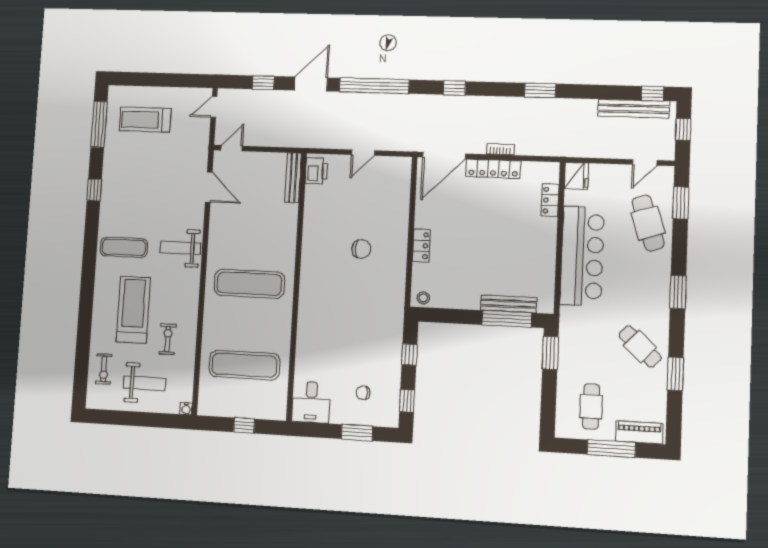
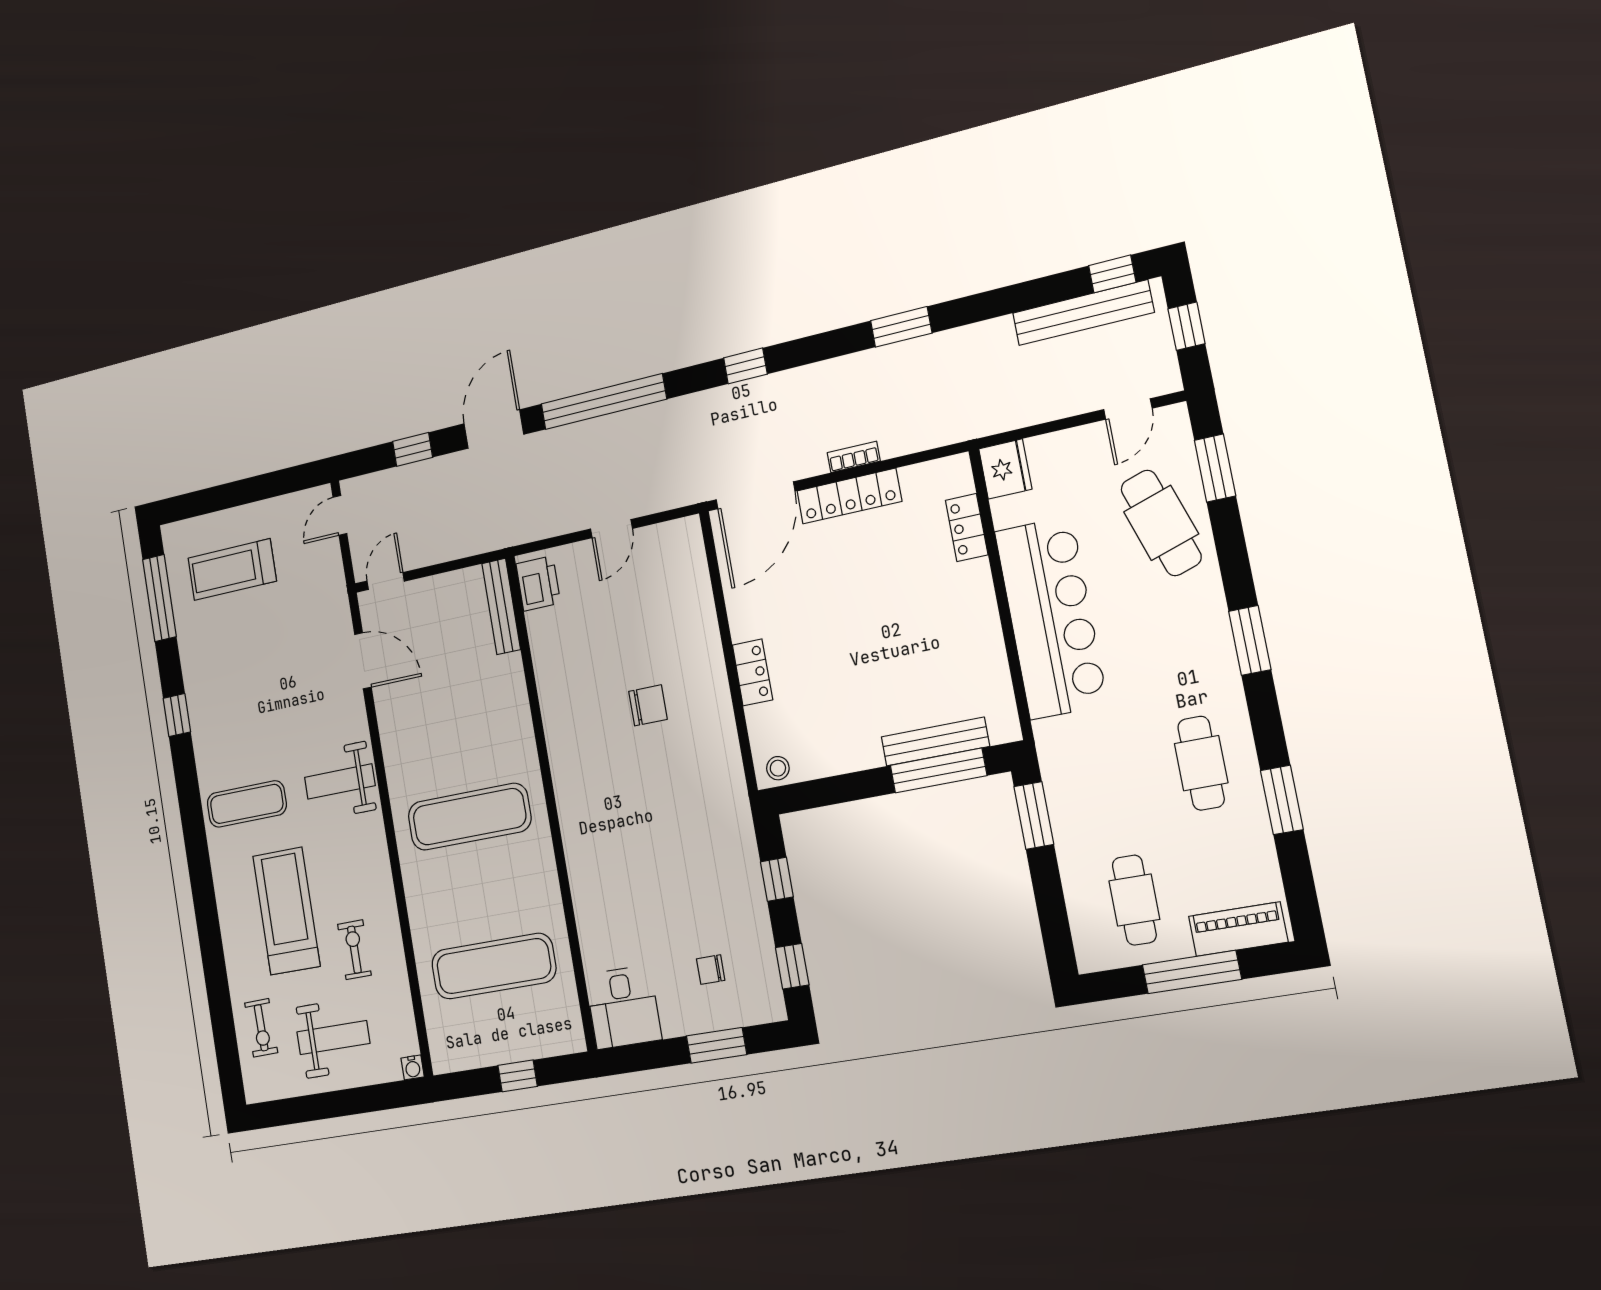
cafe table: (640, 346) -> (1201, 763), turned 47

